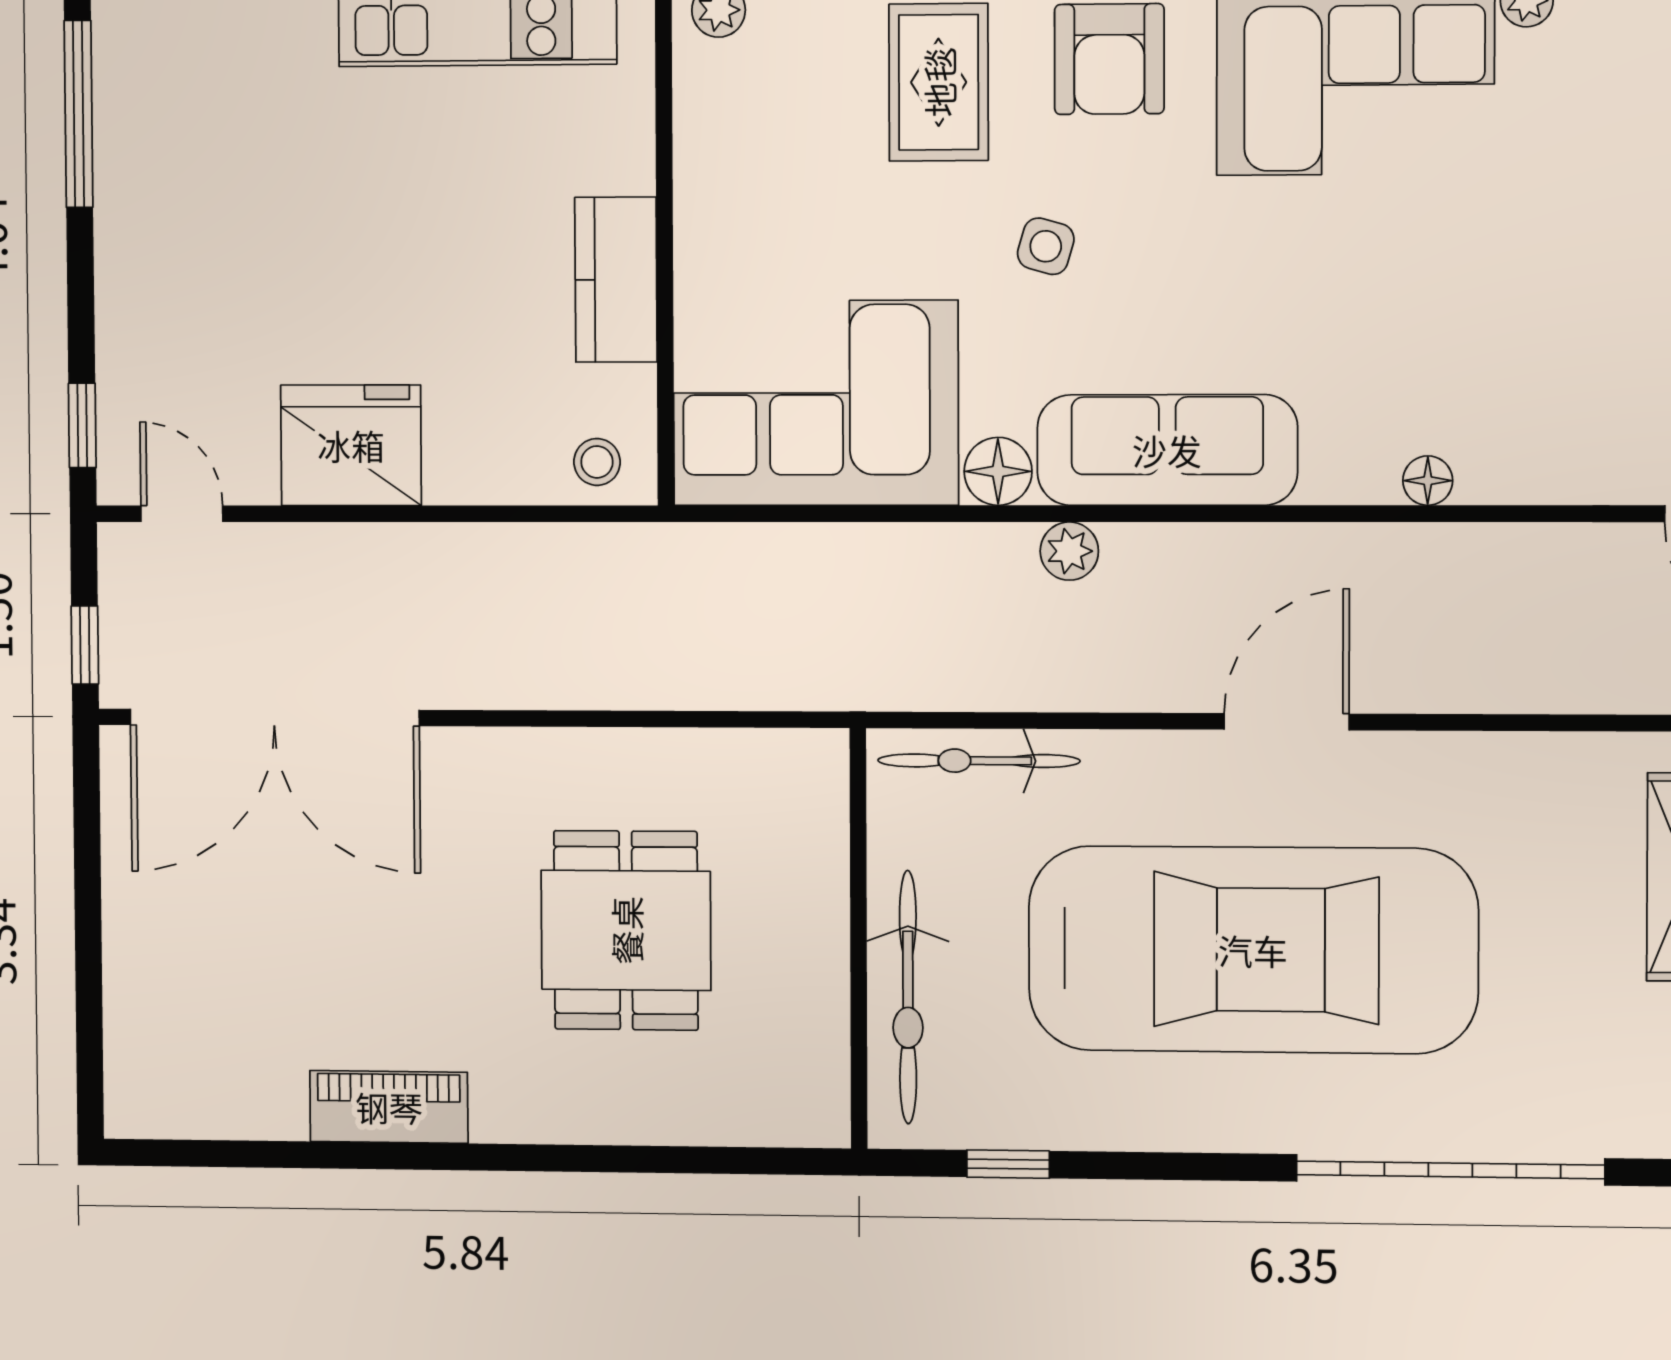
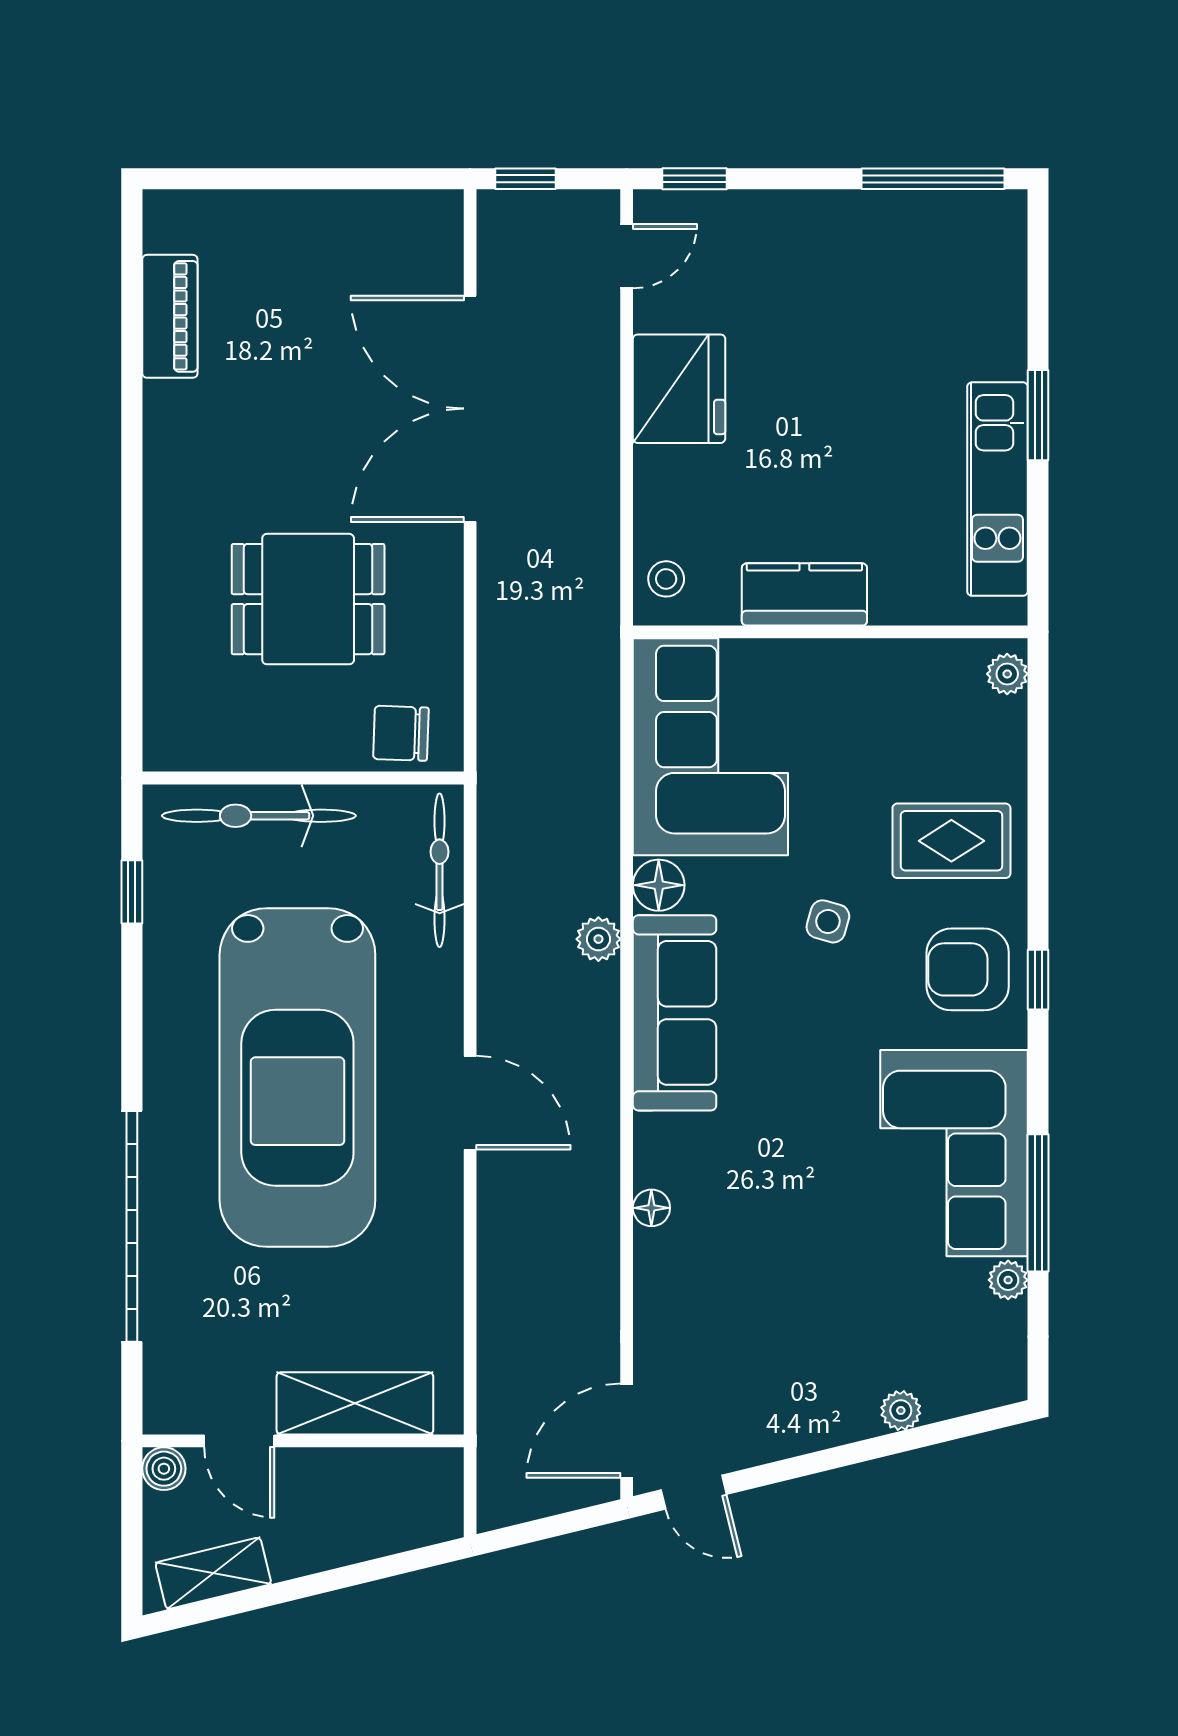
double door: (274, 717) -> (470, 409), moved
chair: (800, 810) -> (401, 733), added
piano: (389, 1107) -> (170, 316), moved

